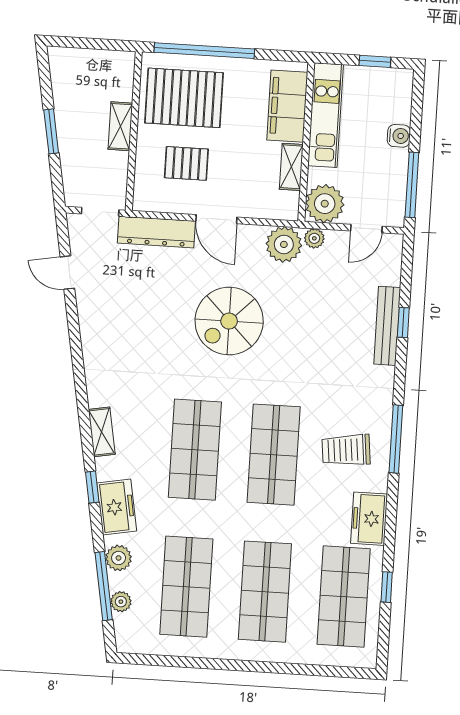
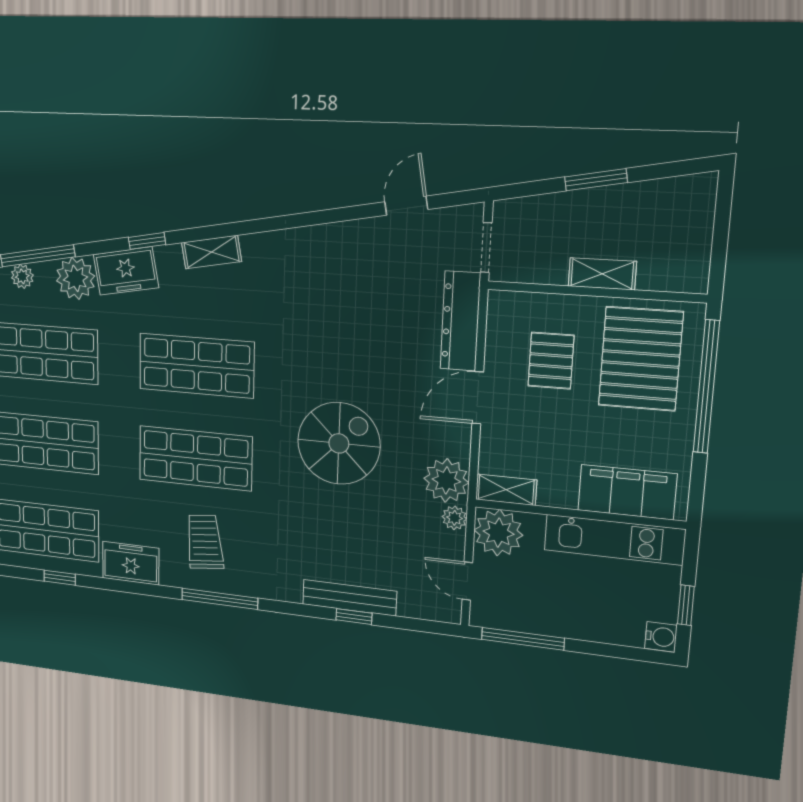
water cooler: (399, 136) -> (661, 637), moved, turned -90
shelving: (291, 167) -> (506, 490), moved
spiral stairs: (229, 321) -> (339, 443), moved, turned 90
plant: (119, 558) -> (76, 278), width x1.36, depth x1.36

